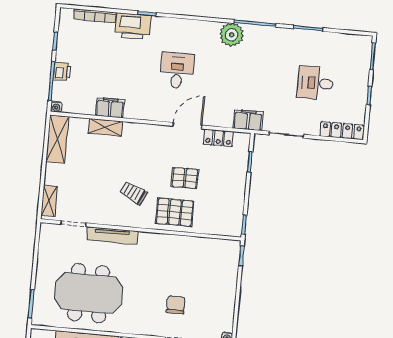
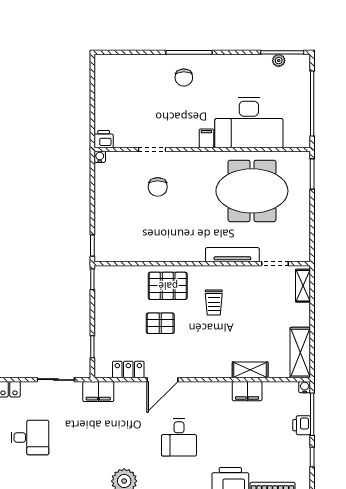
trolley: (133, 193) -> (214, 302), turned 64

